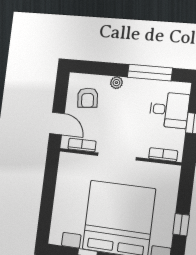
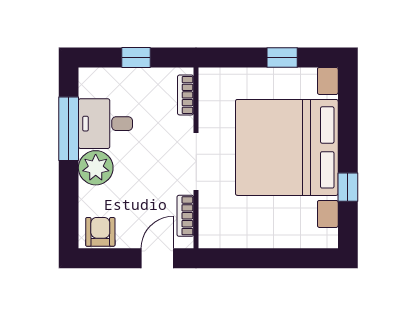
plant: (116, 83) -> (96, 168), width x1.88, depth x1.88
armchair: (88, 98) -> (100, 232), moved, turned -84
desk: (169, 110) -> (105, 124), moved, turned -90

